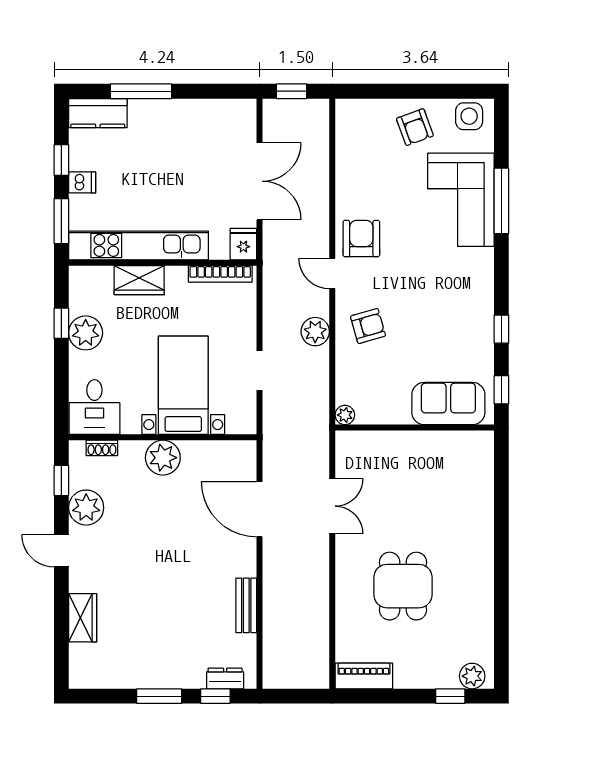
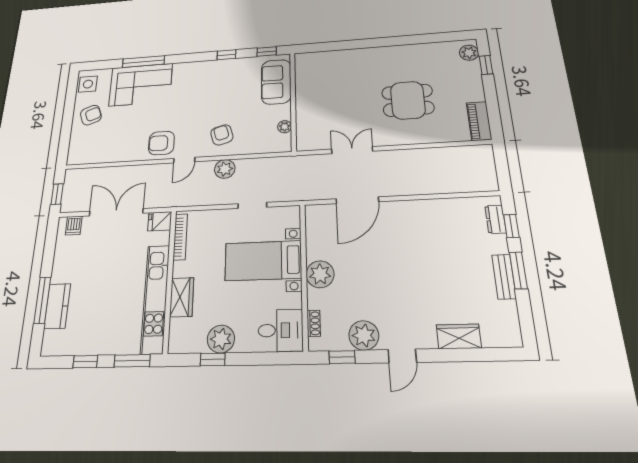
kitchen counter: (98, 113) -> (57, 306), moved
dishwasher: (82, 182) -> (74, 225), moved, turned 180
plant: (345, 415) -> (285, 127), moved
bench: (246, 605) -> (504, 277), moved, turned 90

